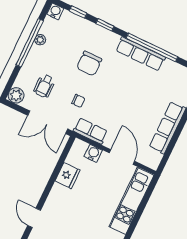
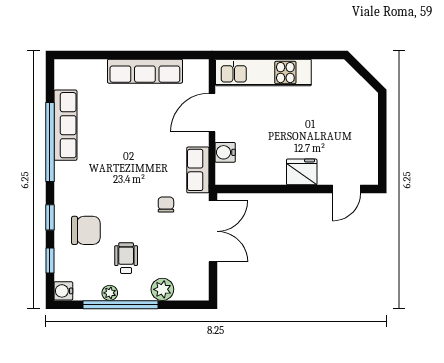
row of seats: (140, 54) -> (65, 125), moved
chair: (89, 63) -> (86, 230), moved
wheelchair: (44, 86) -> (126, 258), moved, turned -90
plant: (16, 95) -> (162, 289), moved
fridge: (68, 176) -> (302, 172), moved

